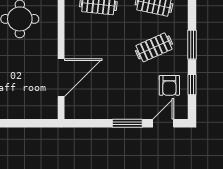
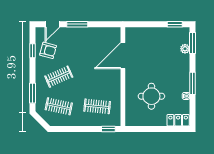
window: (192, 45) -> (32, 93), moved
armchair: (169, 85) -> (48, 50), turned 105

